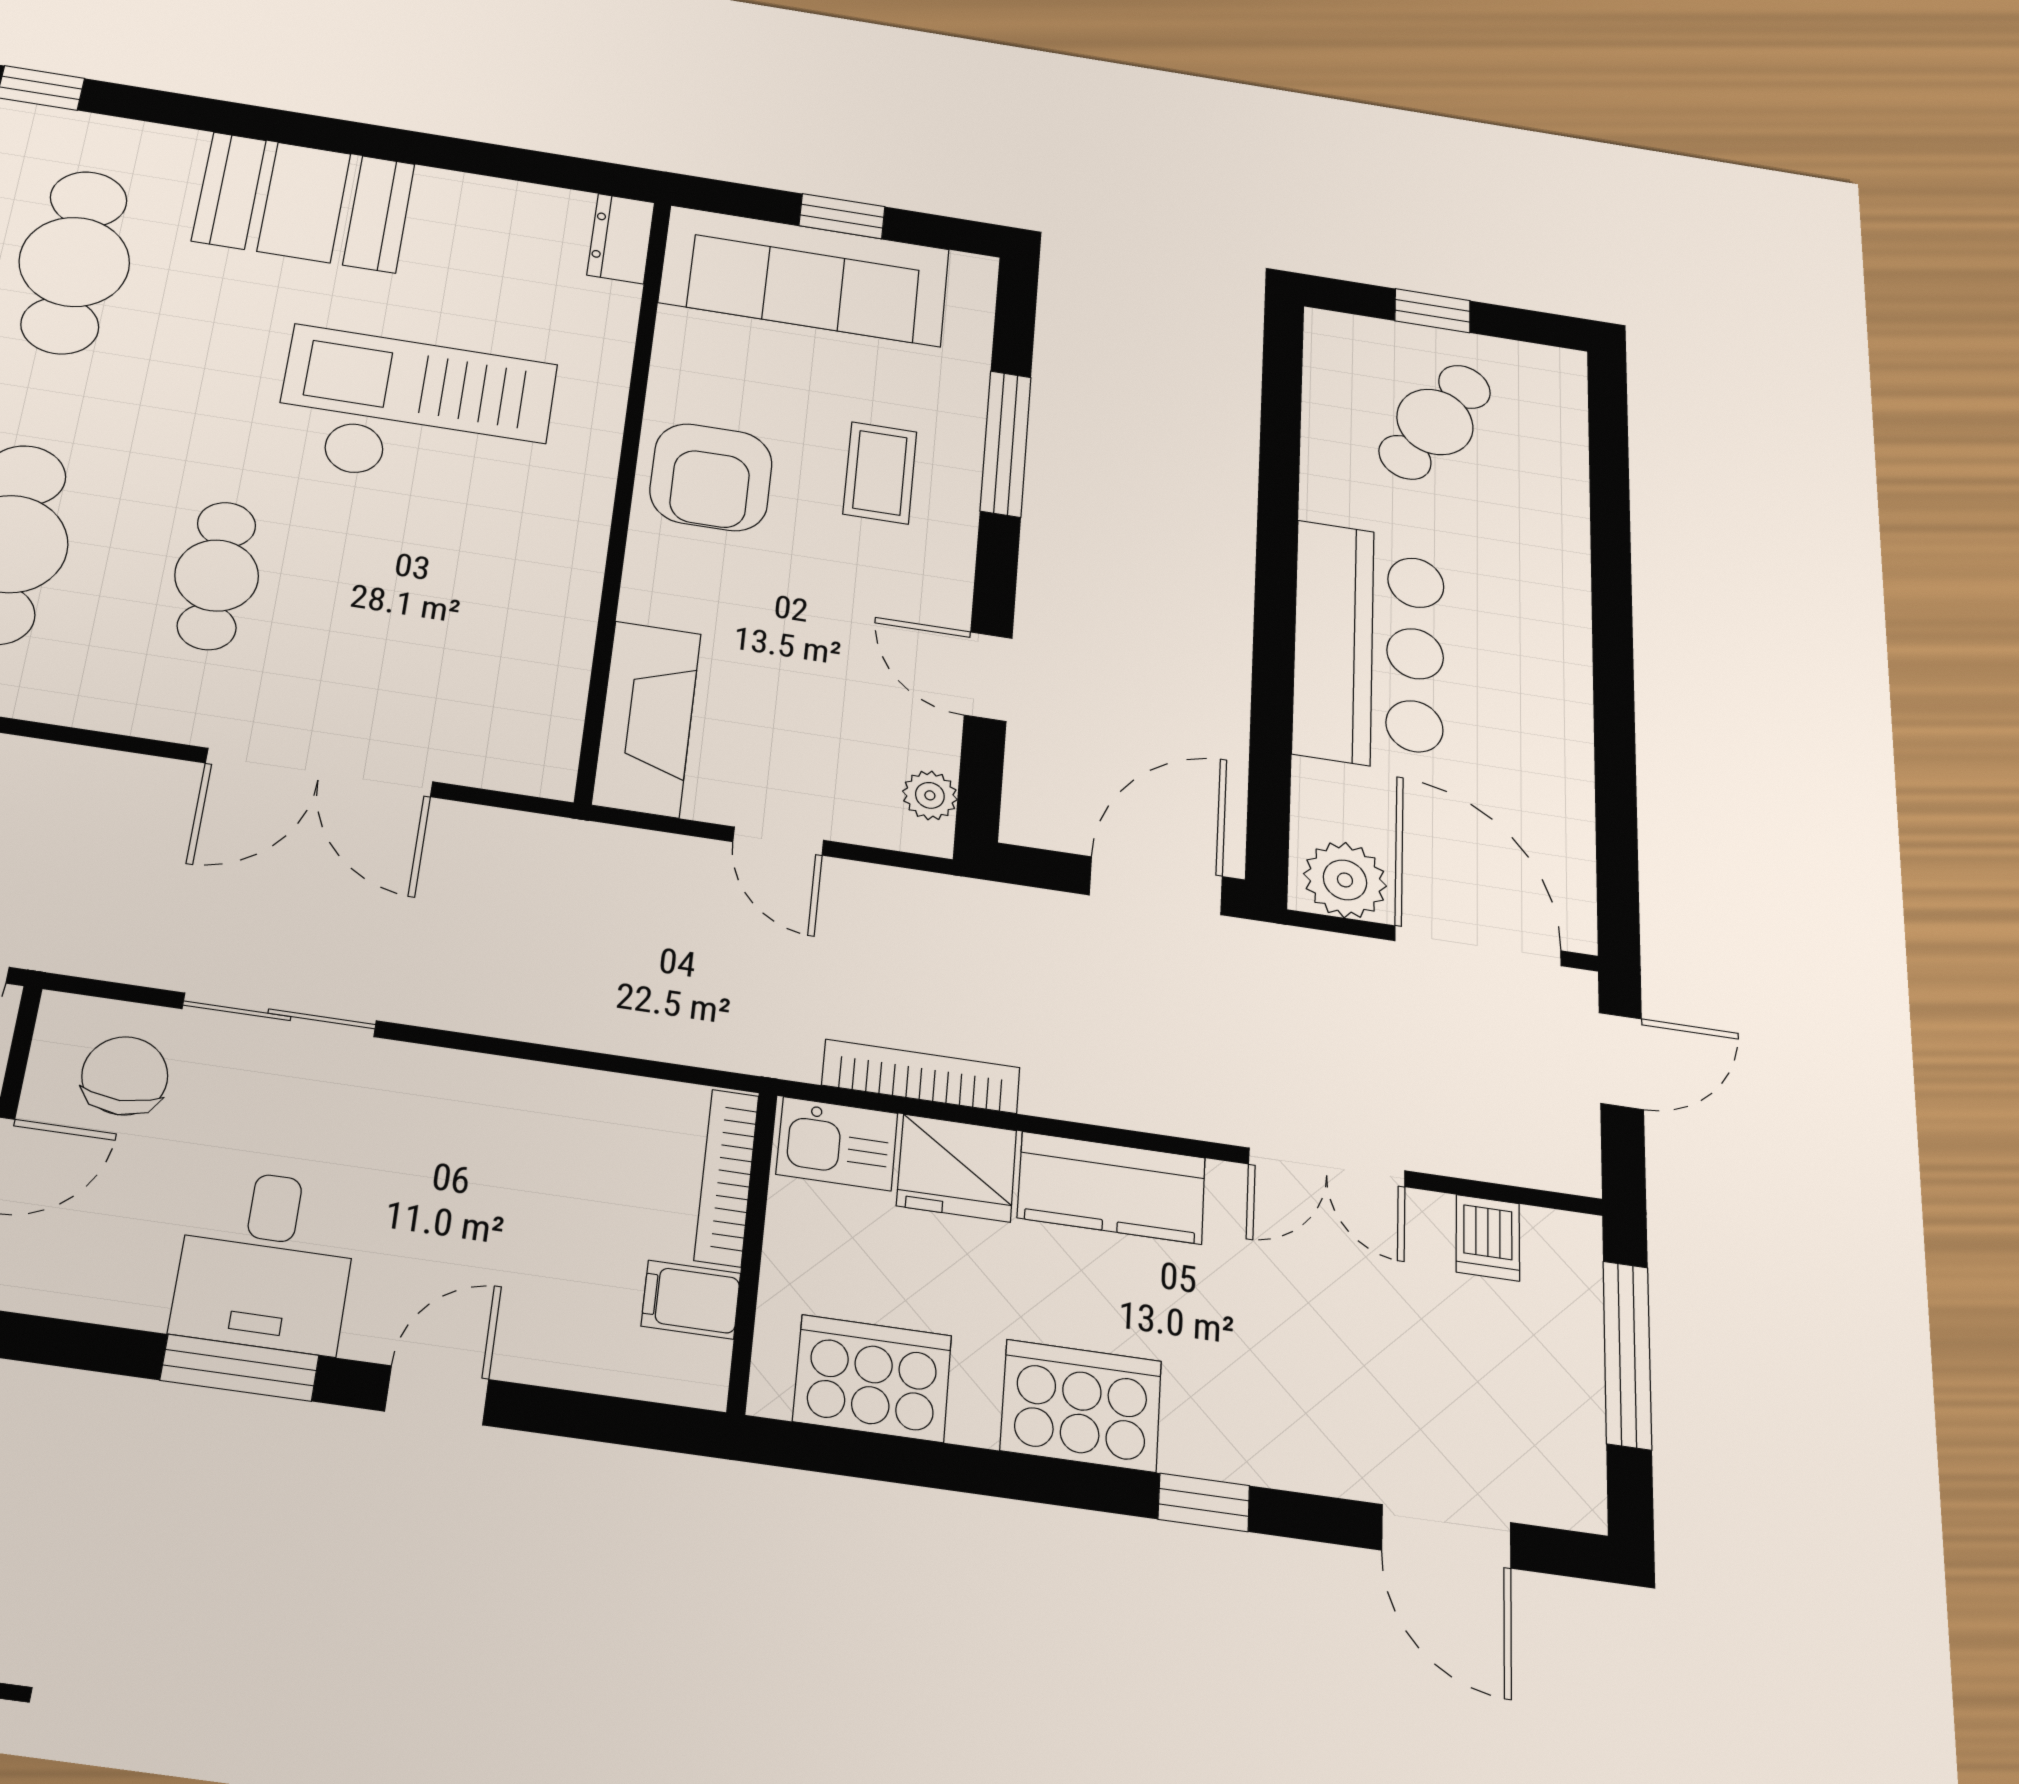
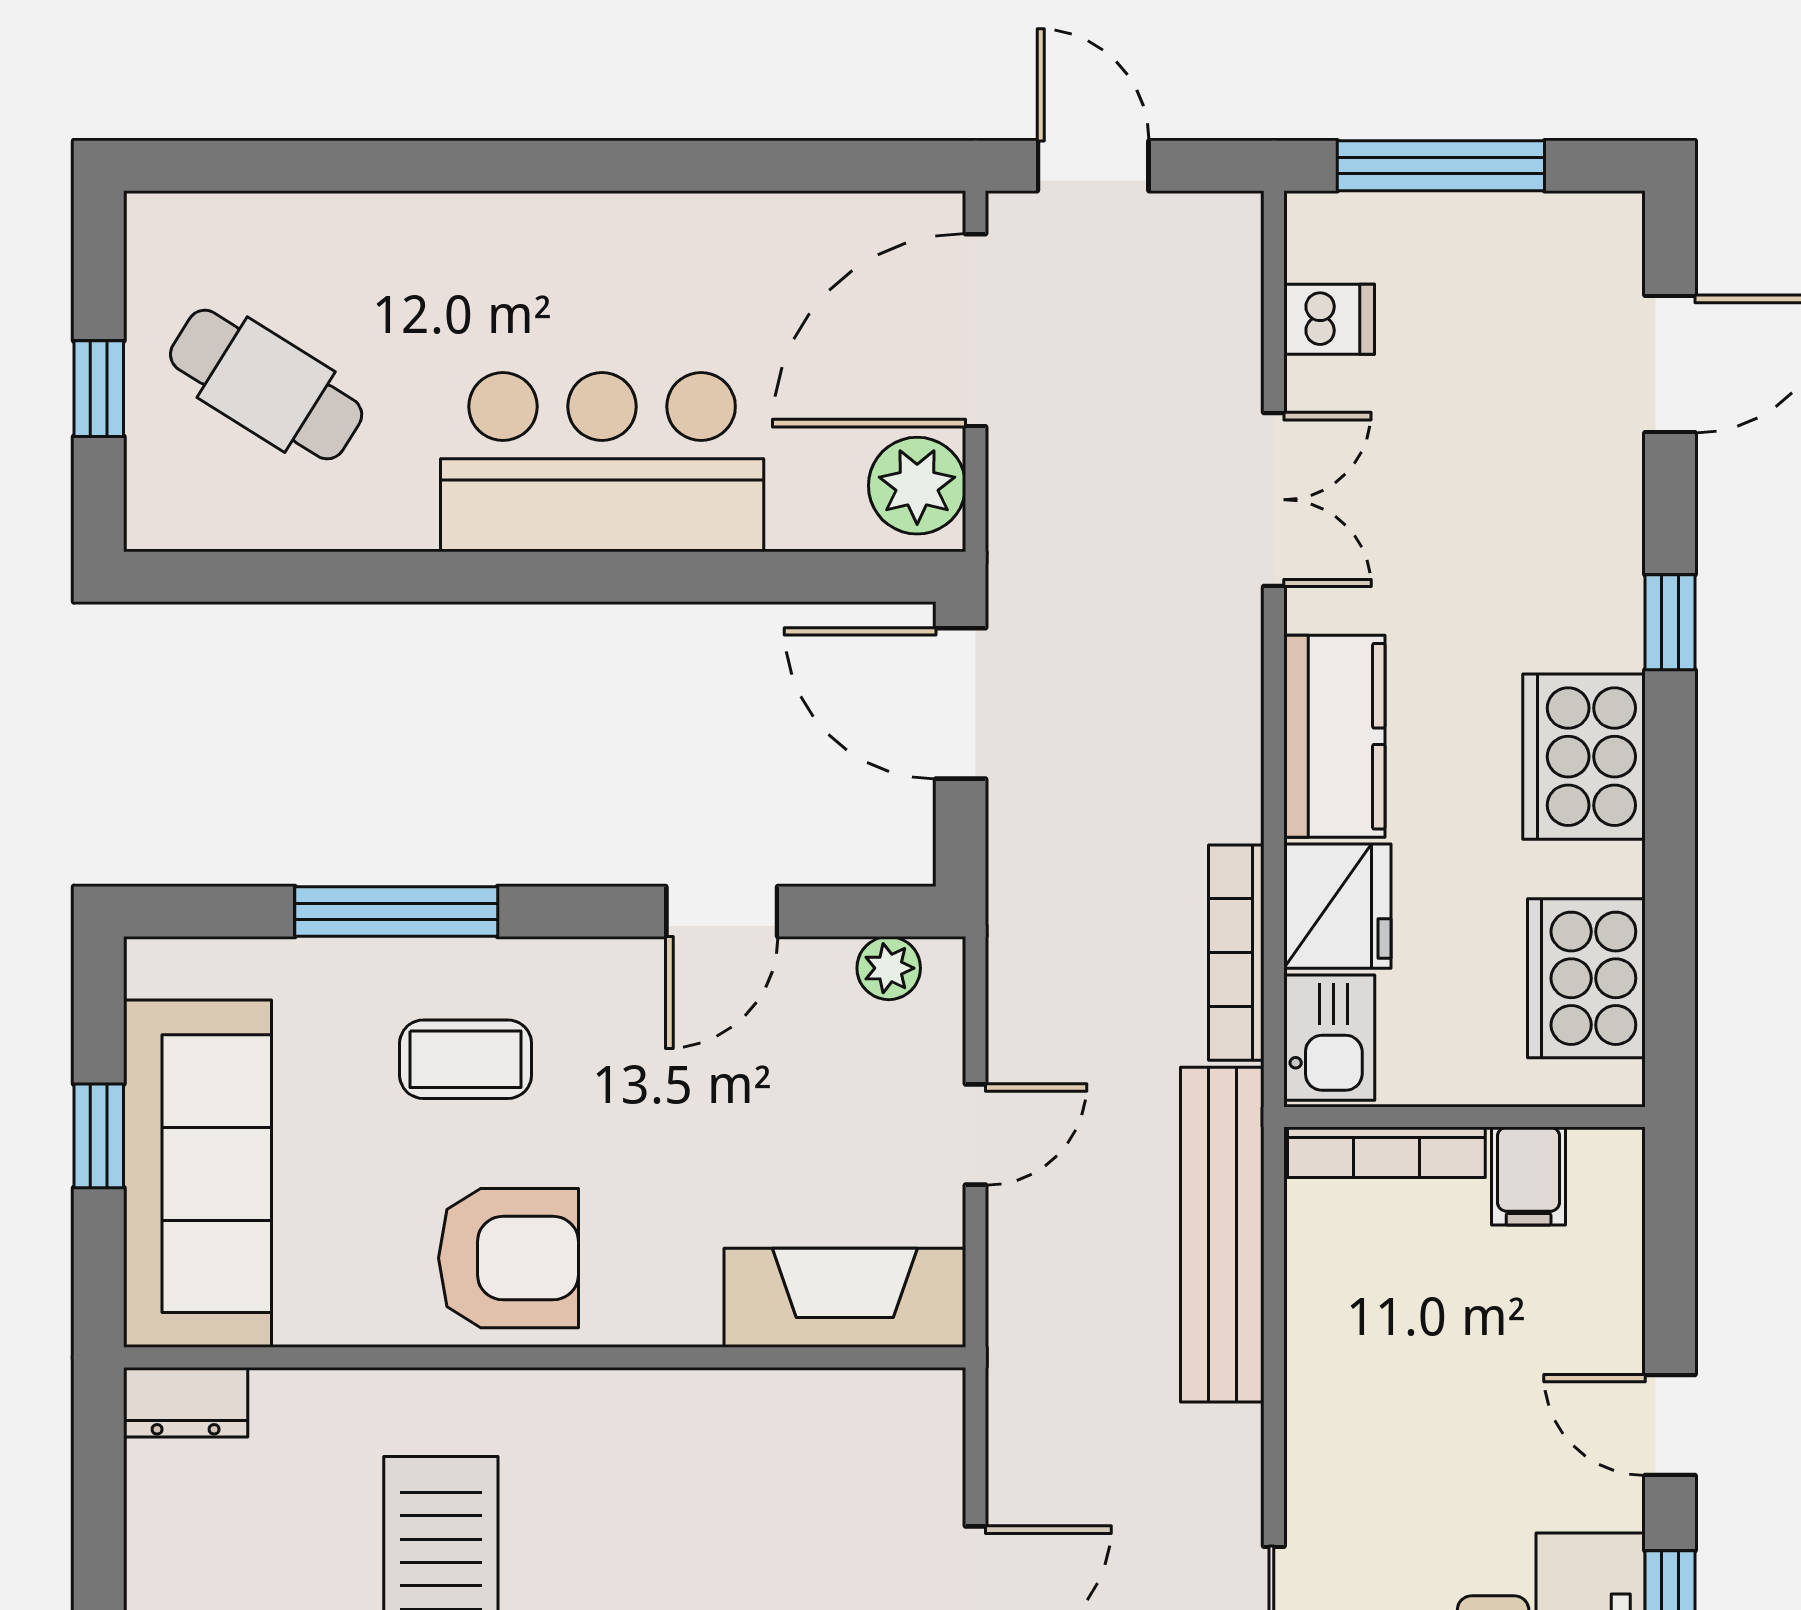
bench: (667, 1027) -> (1222, 1235), added

